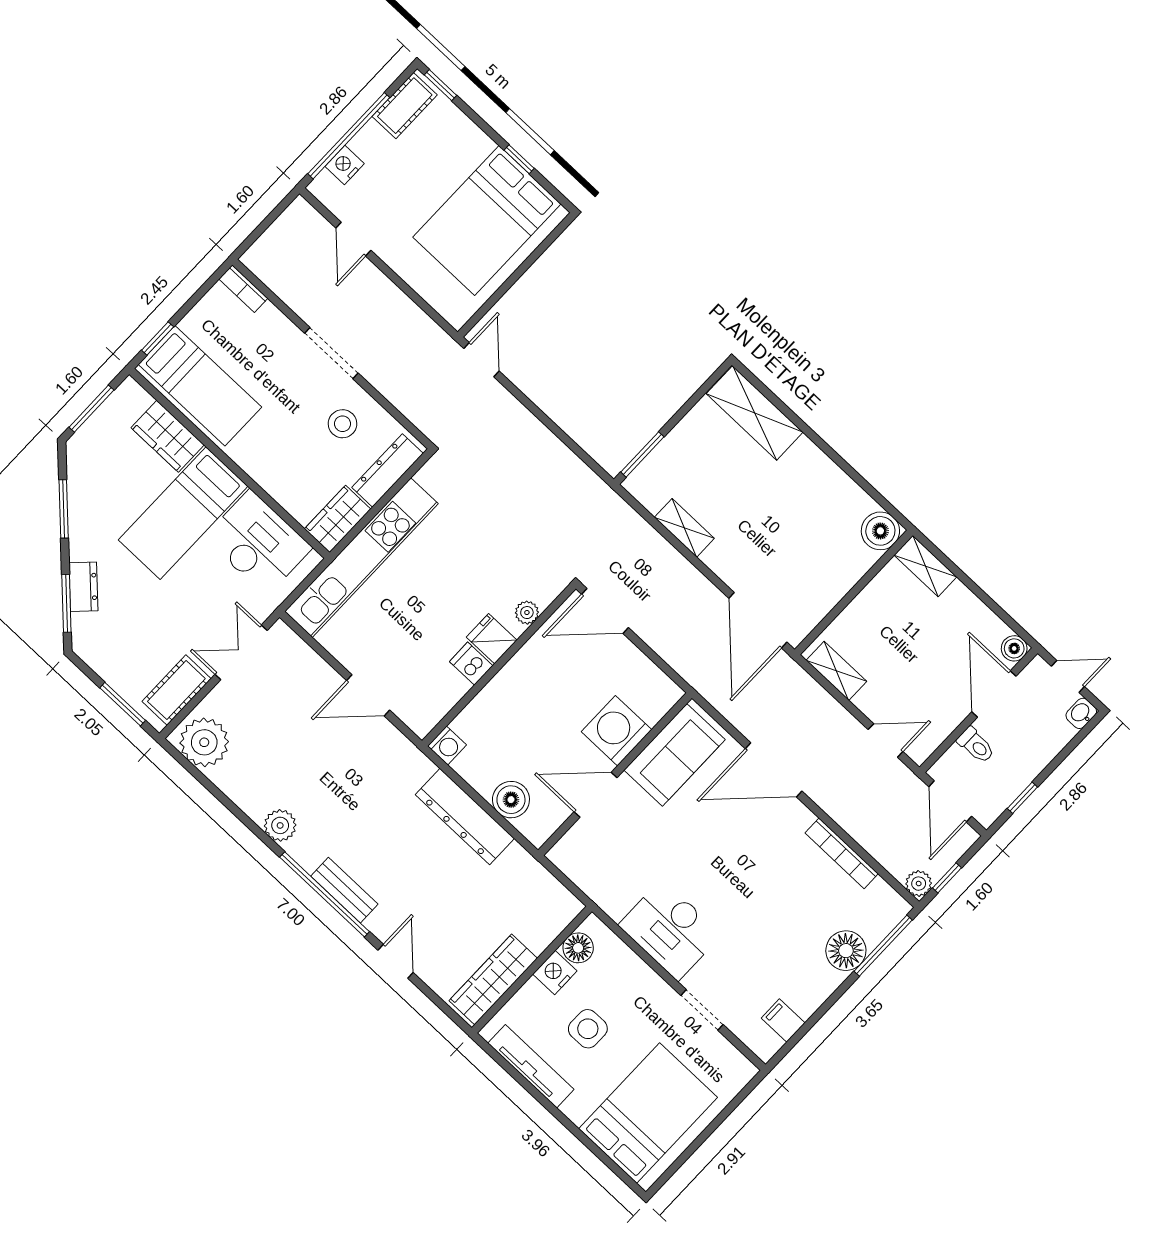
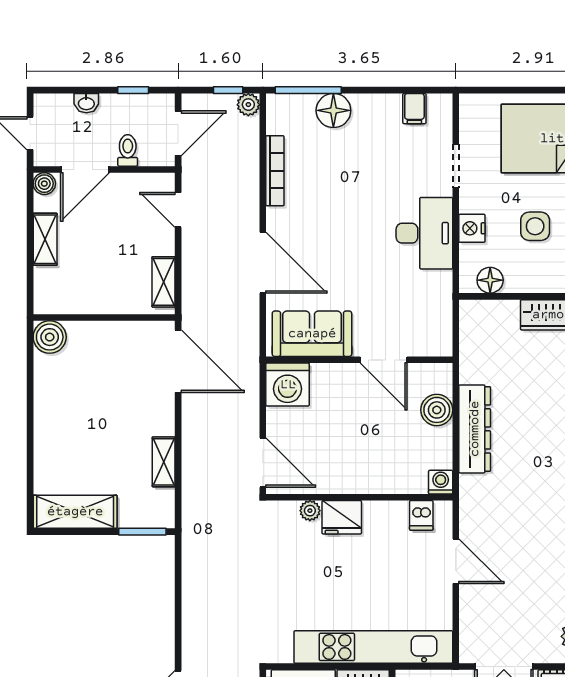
shelving: (755, 413) -> (75, 512), moved, turned 90
shelving: (925, 566) -> (45, 239), moved
door: (758, 620) -> (178, 361), hinge flipped
fridge: (492, 639) -> (342, 517), width x1.38
dishwasher: (471, 664) -> (421, 515), moved
washbasin: (1081, 713) -> (86, 103), moved
washing machine: (616, 731) -> (288, 385), moved
nightstand: (555, 973) -> (472, 228), moved, turned 90

